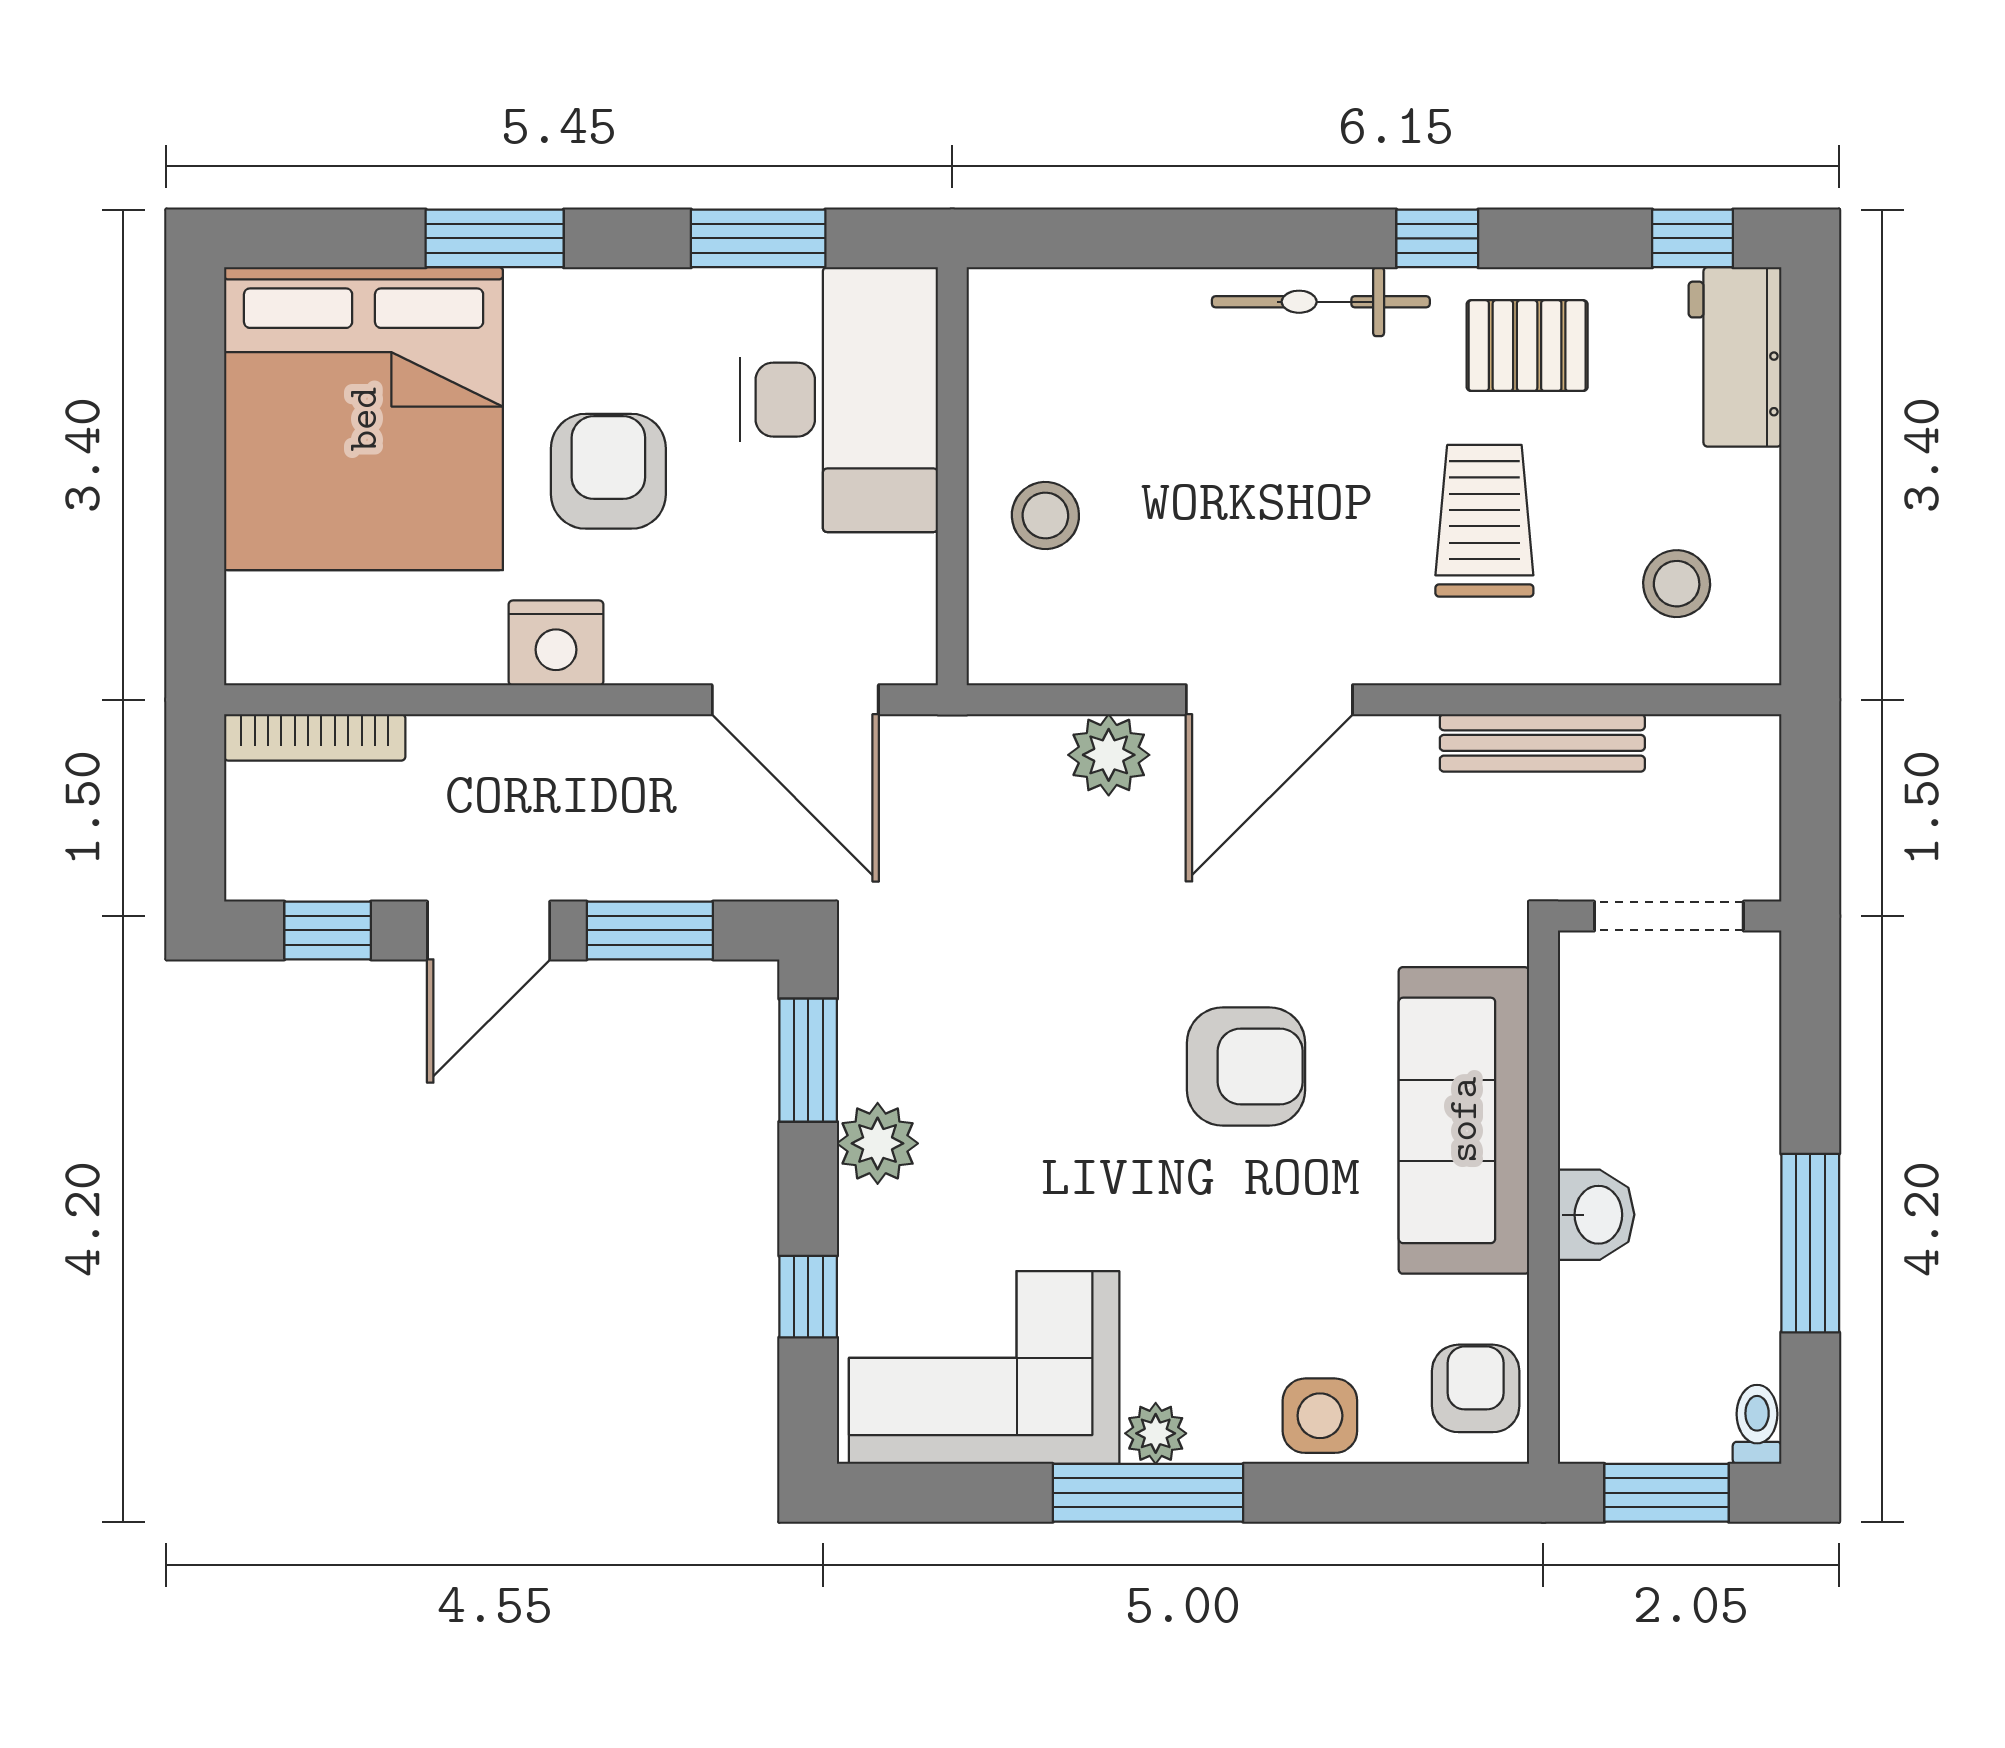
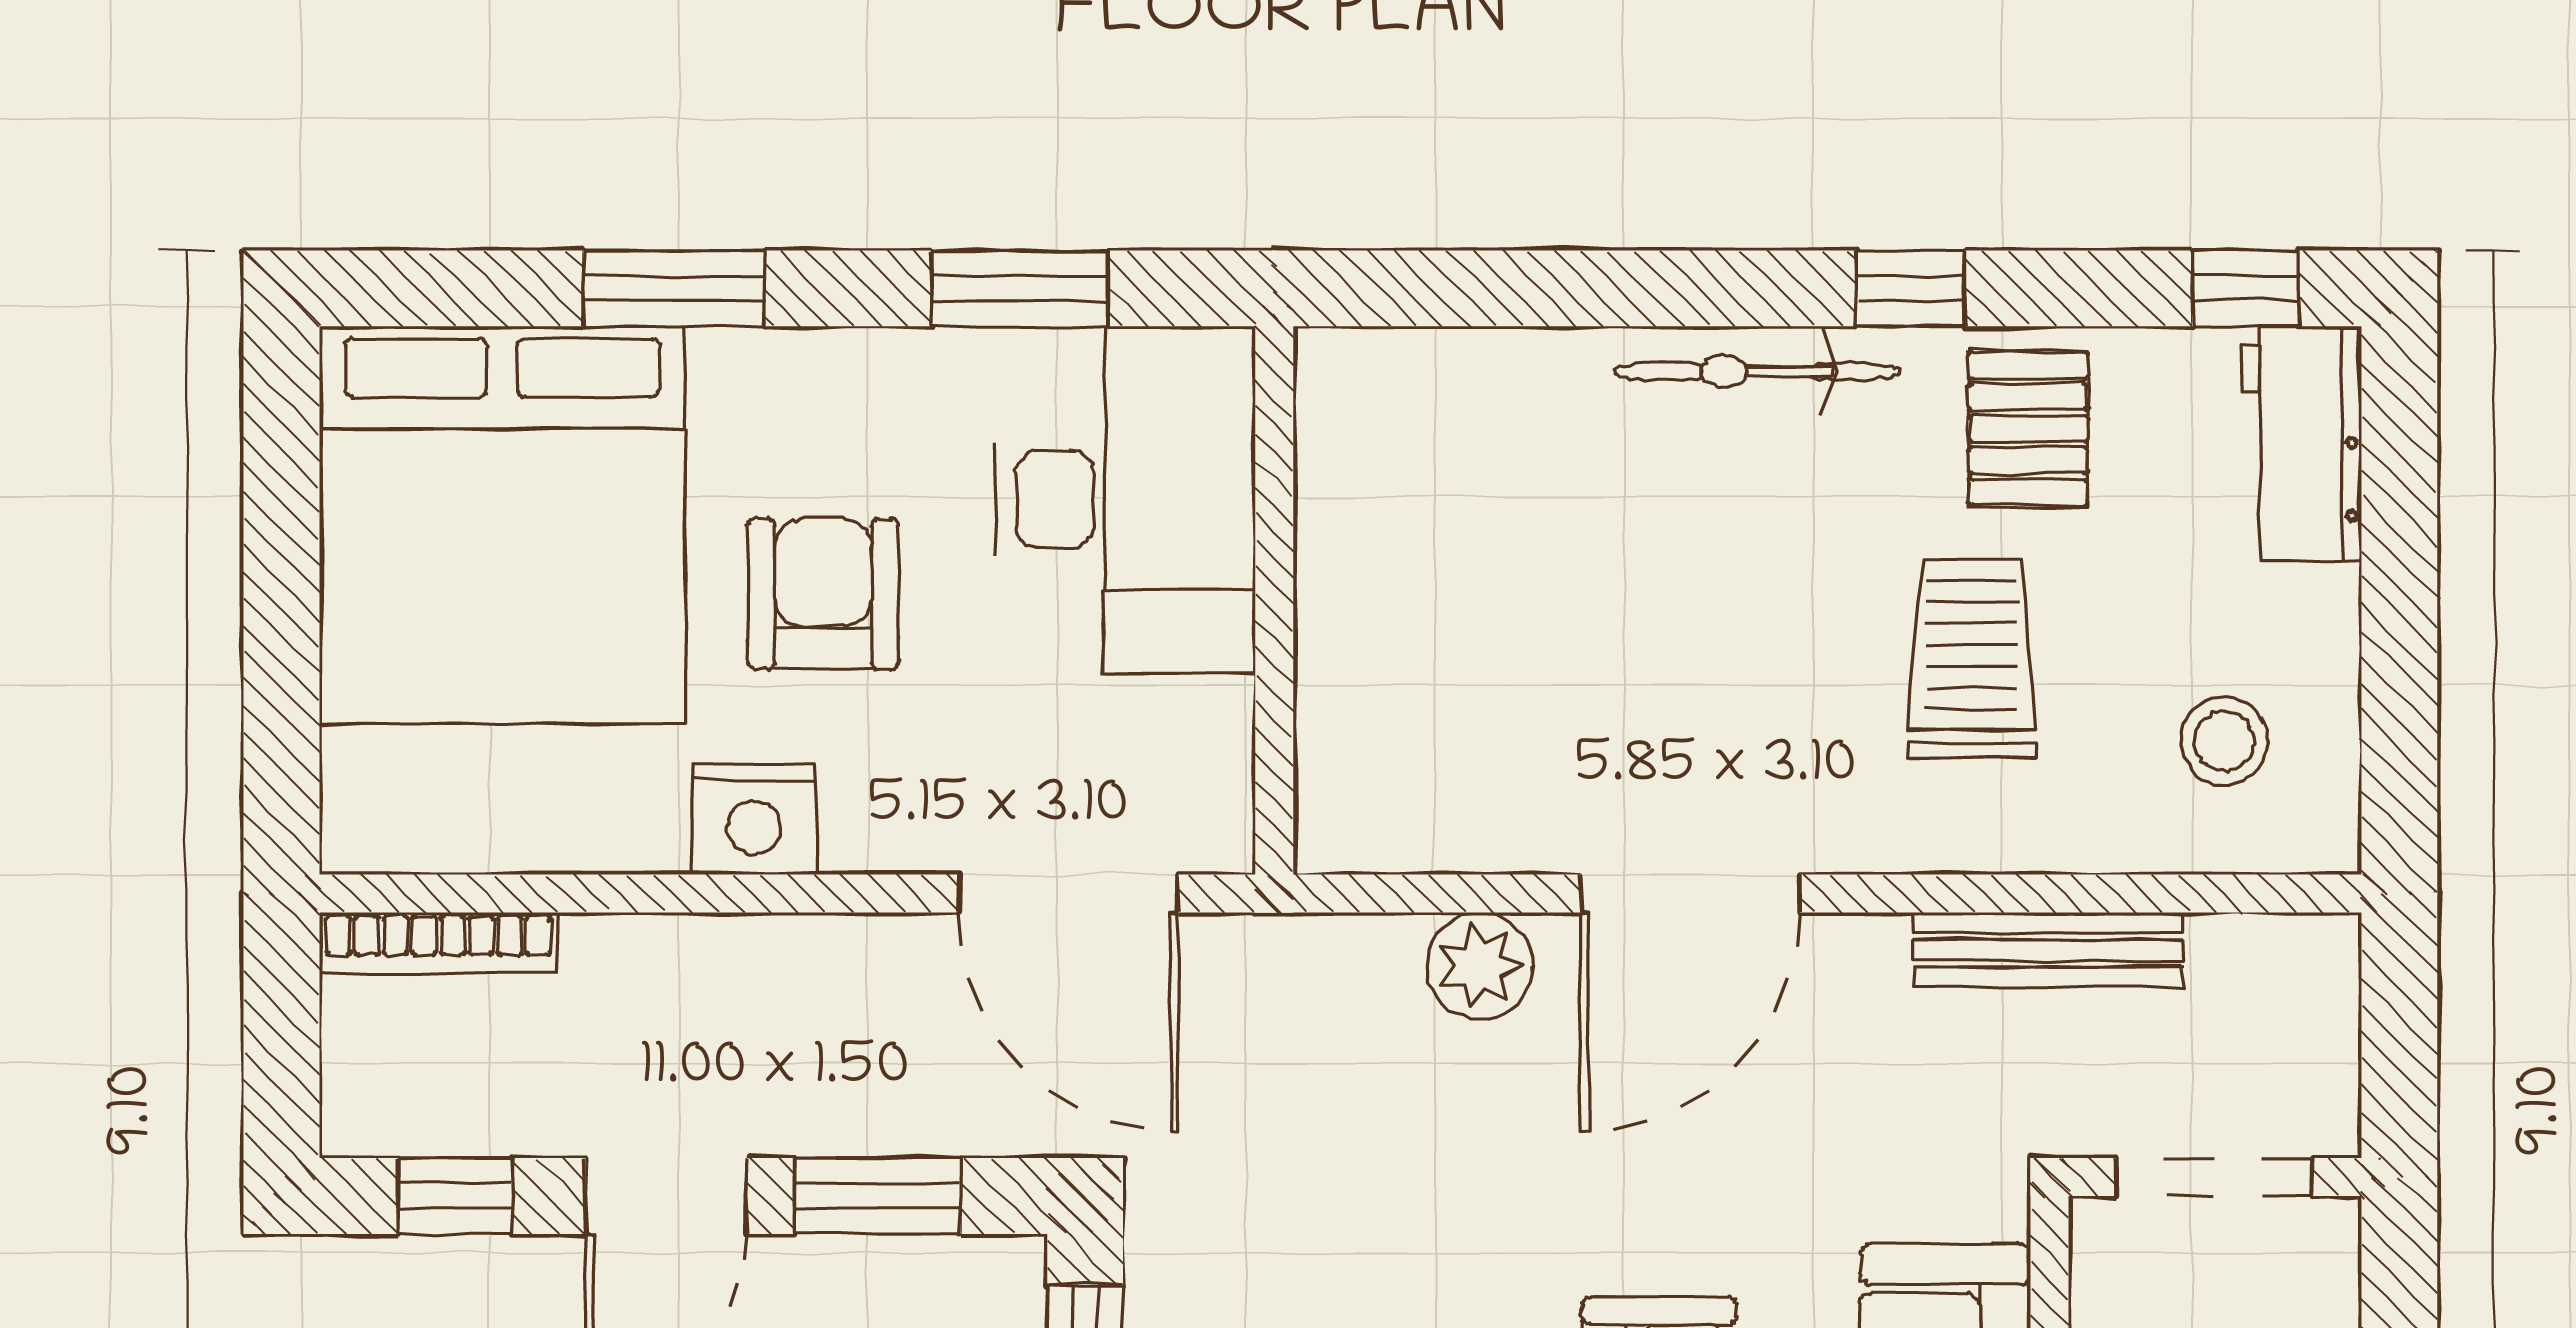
pallet: (1527, 346) -> (2028, 429), turned 90
stool: (1045, 515) -> (1396, 652), removed

